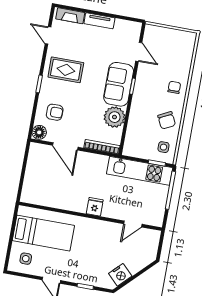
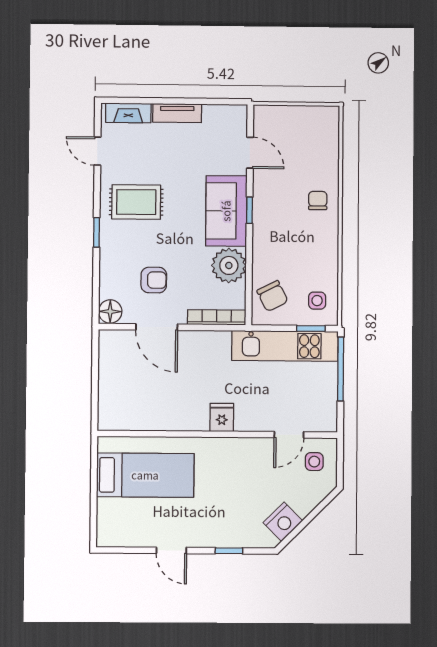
armchair: (55, 112) -> (154, 280), moved
chair: (167, 120) -> (272, 296), moved
side table: (26, 259) -> (314, 462), moved

